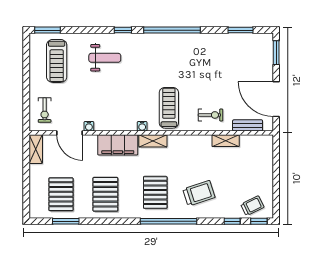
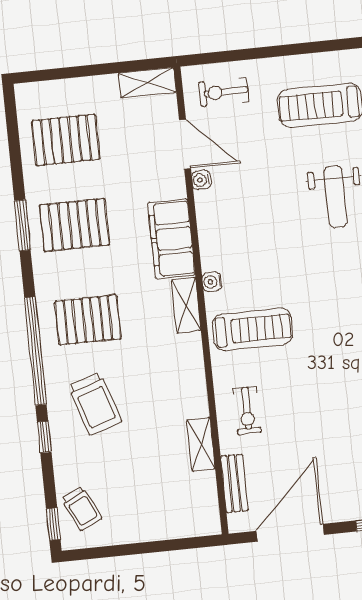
door: (70, 133) -> (185, 144), swing flipped
window: (66, 221) -> (22, 225), moved
window: (232, 221) -> (44, 437), moved

